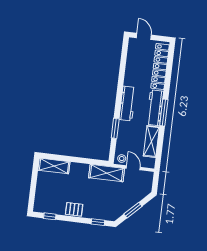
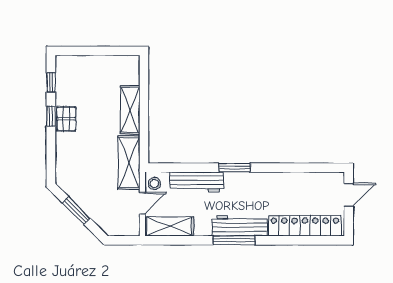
workbench: (127, 103) -> (197, 182), moved
window: (115, 128) -> (235, 168), moved
shelving: (151, 141) -> (169, 226), moved
shelving: (54, 166) -> (130, 110), moved
window: (98, 222) -> (51, 116), moved

